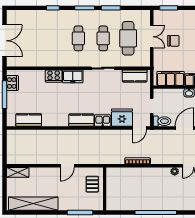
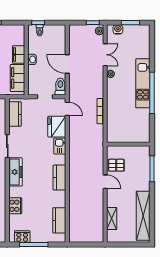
cooker: (54, 76) -> (15, 206), moved
freezer: (73, 76) -> (15, 172), width x1.40
kitchen counter: (81, 120) -> (59, 178), moved
shelving: (18, 172) -> (112, 218), moved
pallet: (92, 184) -> (116, 165), moved
kitchen unit: (165, 203) -> (143, 83), added

